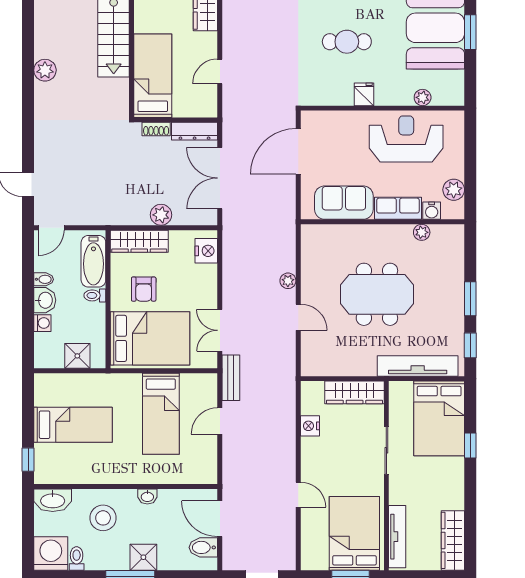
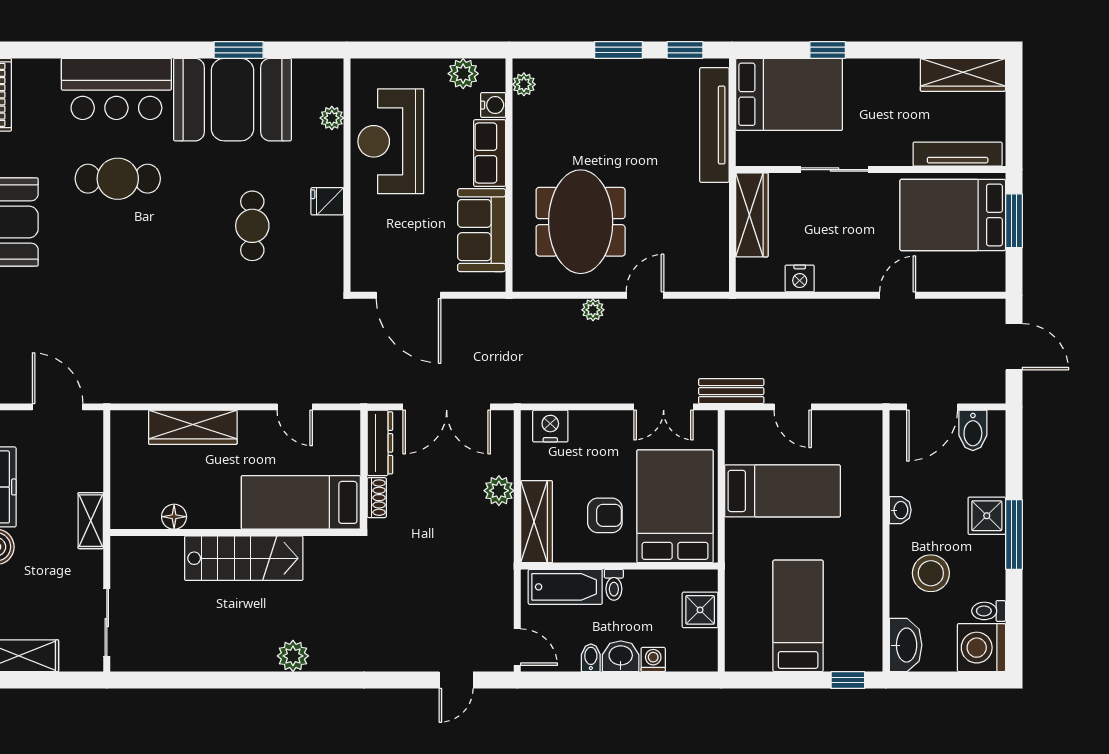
plant: (422, 232) -> (524, 84), moved
meeting table: (377, 294) -> (581, 222), moved

